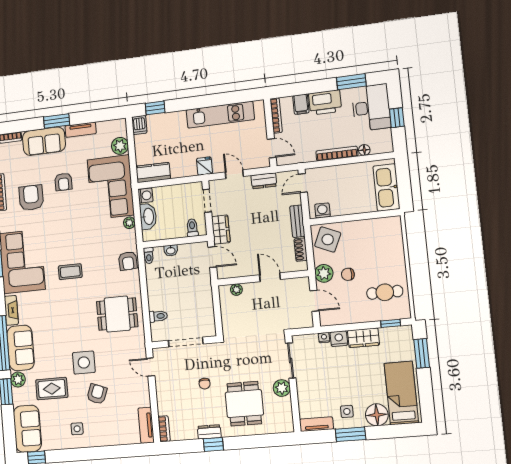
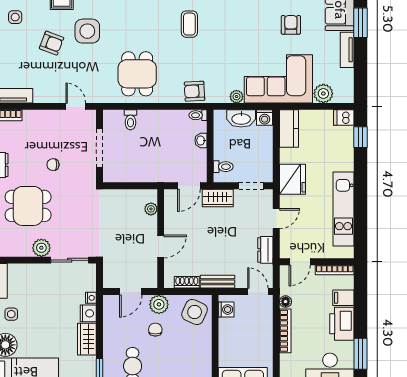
floor lamp: (364, 150) -> (286, 302), moved
fridge: (204, 166) -> (292, 179), width x1.88, depth x1.34
armchair: (63, 182) -> (291, 25), turned 90
door: (151, 367) -> (76, 106), hinge flipped

